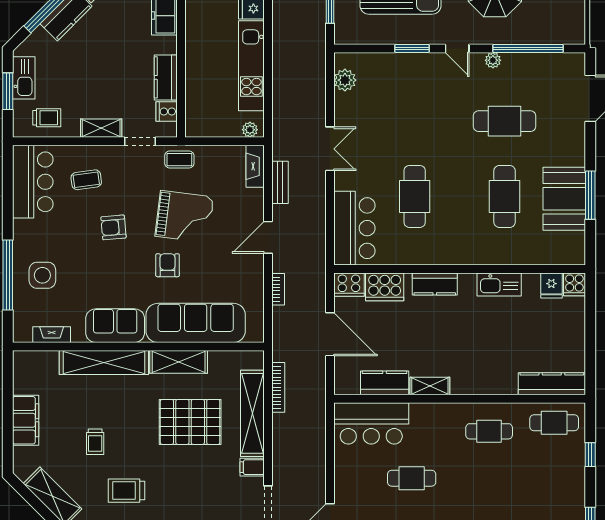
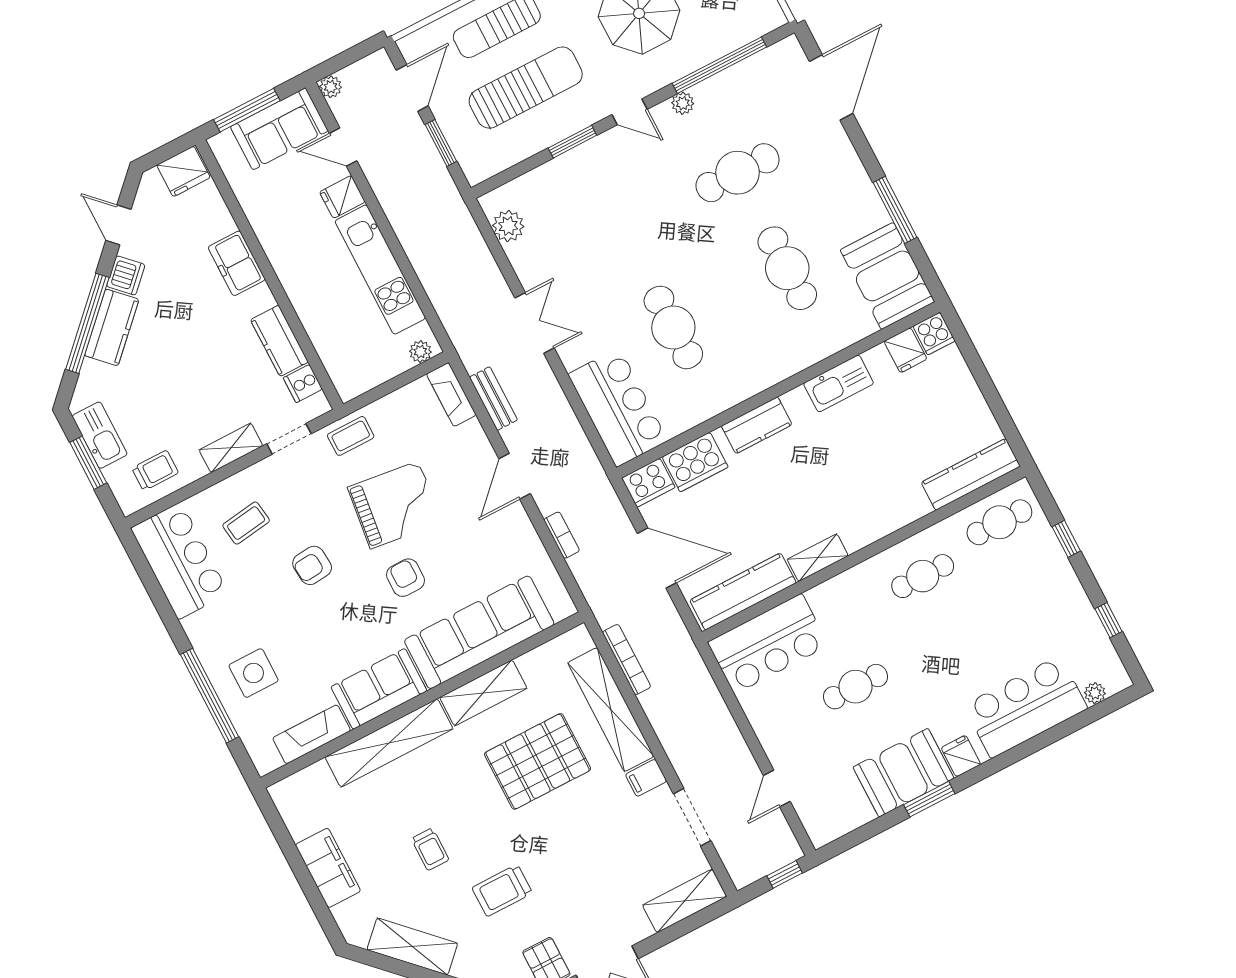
booth: (564, 199) -> (887, 276), moved
fireplace: (52, 335) -> (312, 734), width x1.37, depth x1.32
kitchen counter: (385, 383) -> (743, 592), width x1.50

